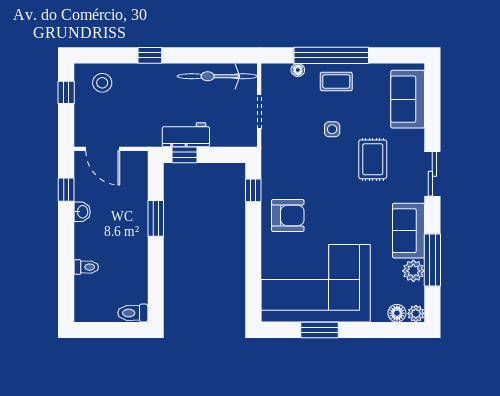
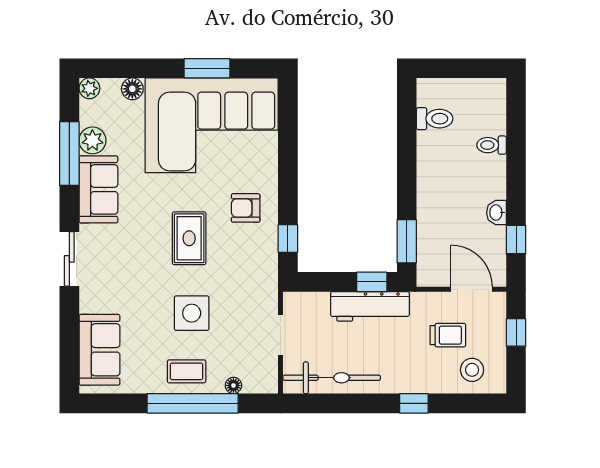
window: (66, 92) -> (516, 332), moved
trolley: (122, 111) -> (448, 335), added
side table: (332, 129) -> (192, 313), width x1.87, depth x1.87
workbench: (186, 135) -> (370, 306), width x1.38
rug: (373, 159) -> (189, 238), moved
armchair: (288, 215) -> (246, 208), width x0.72, depth x0.72
window: (156, 218) -> (407, 241), moved
toilet: (133, 313) -> (435, 119), moved
floor lamp: (397, 313) -> (132, 89), moved

